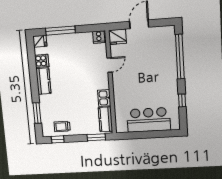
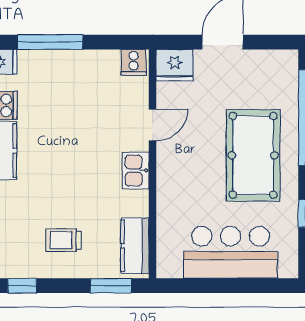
pool table: (156, 76) -> (253, 155), added
kitchen sink: (104, 98) -> (135, 170), moved
trolley: (62, 127) -> (63, 240), moved

